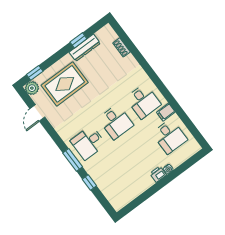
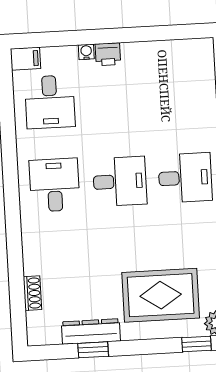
filing cabinet: (166, 112) -> (26, 59), moved
desk: (116, 122) -> (120, 181), turned 90
desk: (170, 136) -> (50, 102), turned 180

